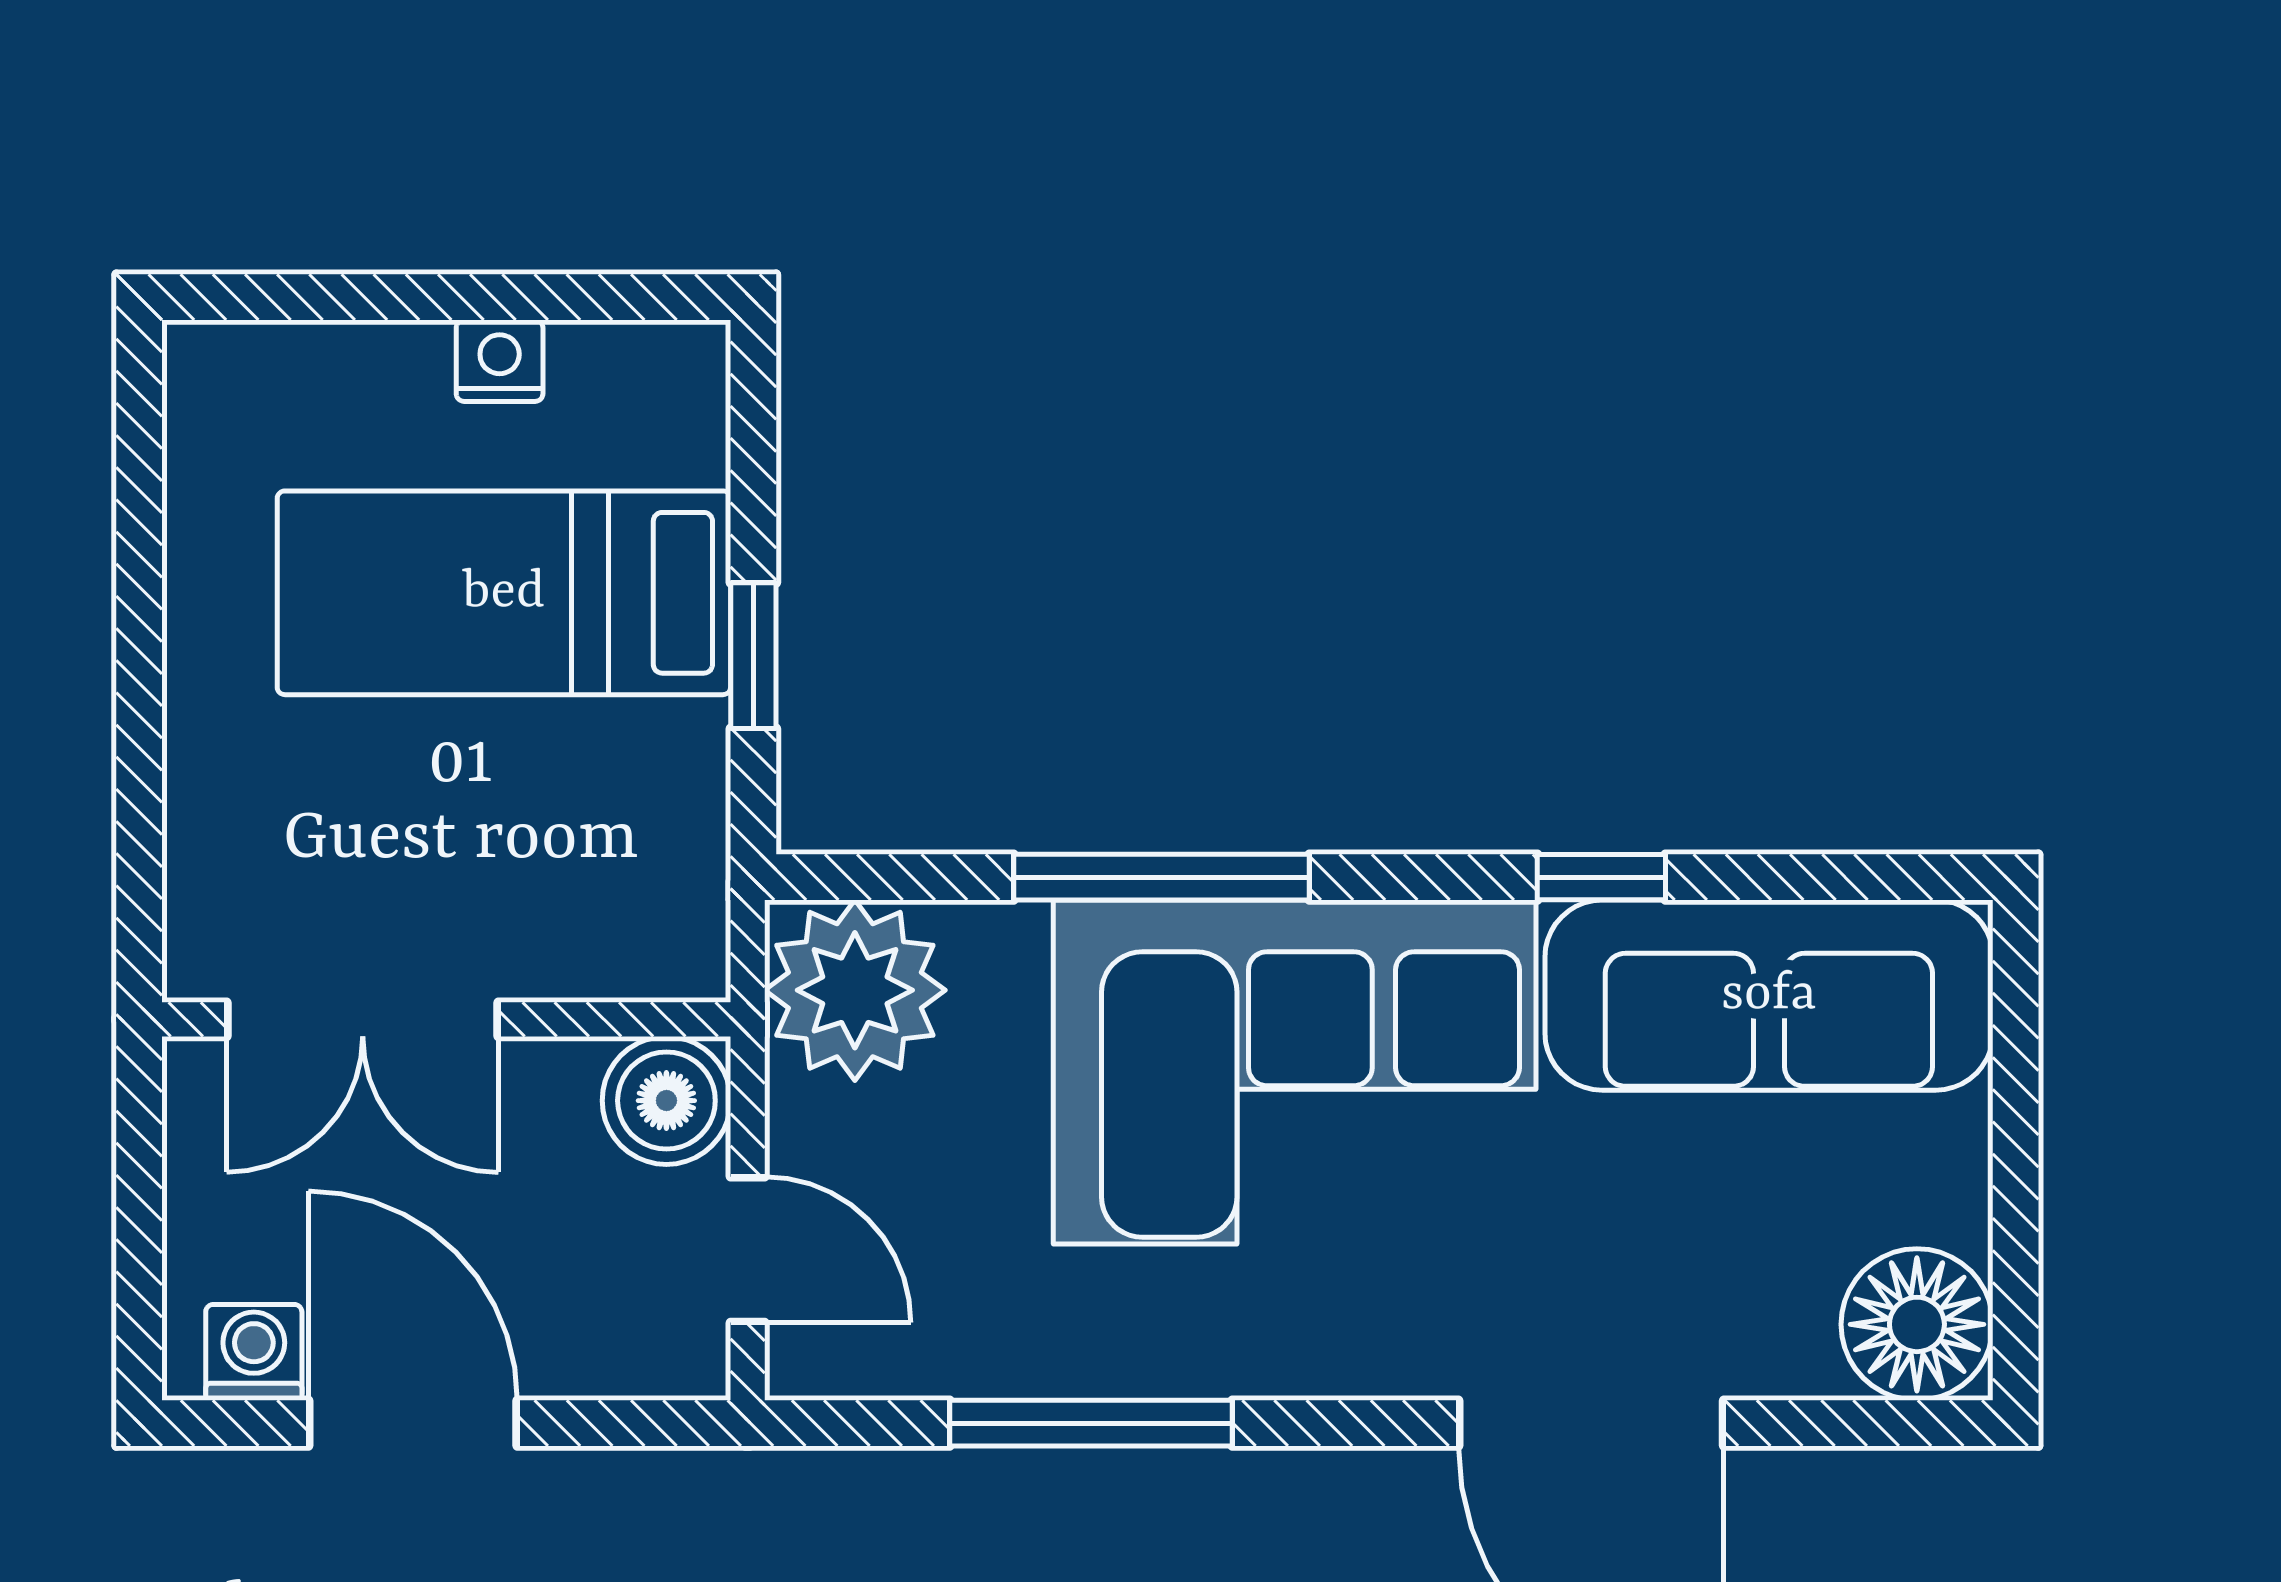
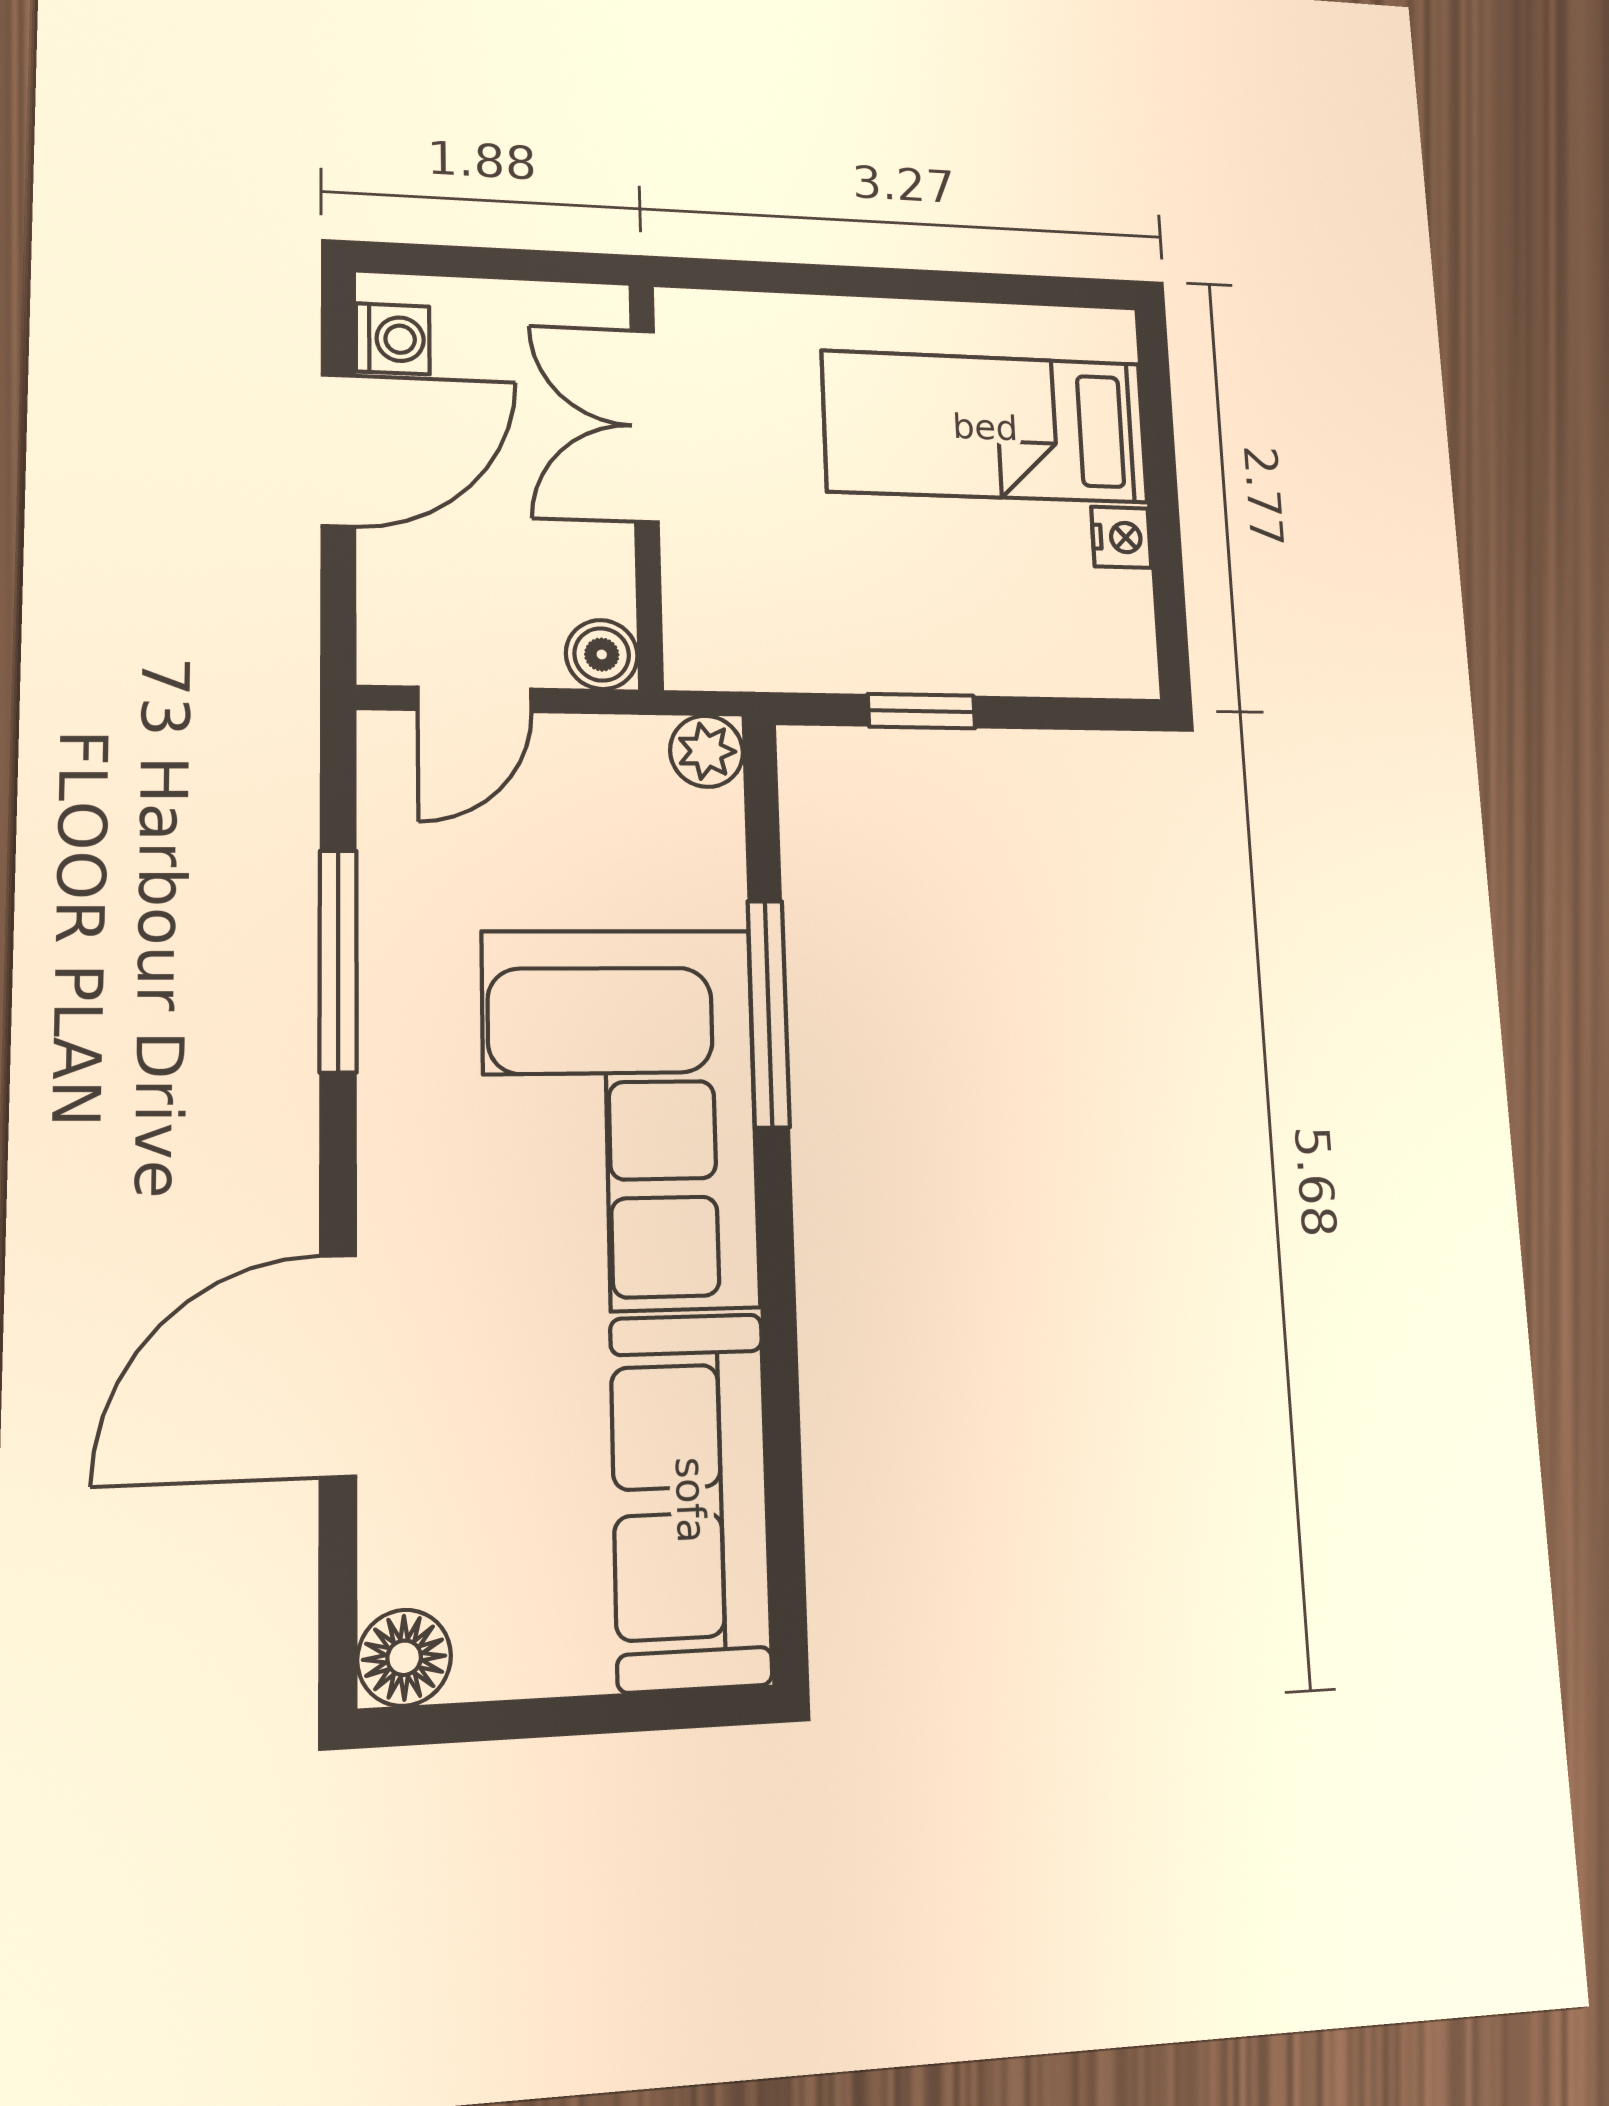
bed: (504, 593) -> (985, 427), moved, turned -90
window: (1601, 877) -> (780, 1359), removed
plant: (855, 990) -> (707, 751), width x0.53, depth x0.53
boiler: (666, 1101) -> (602, 655), width x0.73, depth x0.73
floor lamp: (1917, 1324) -> (404, 1658), width x0.73, depth x0.73

